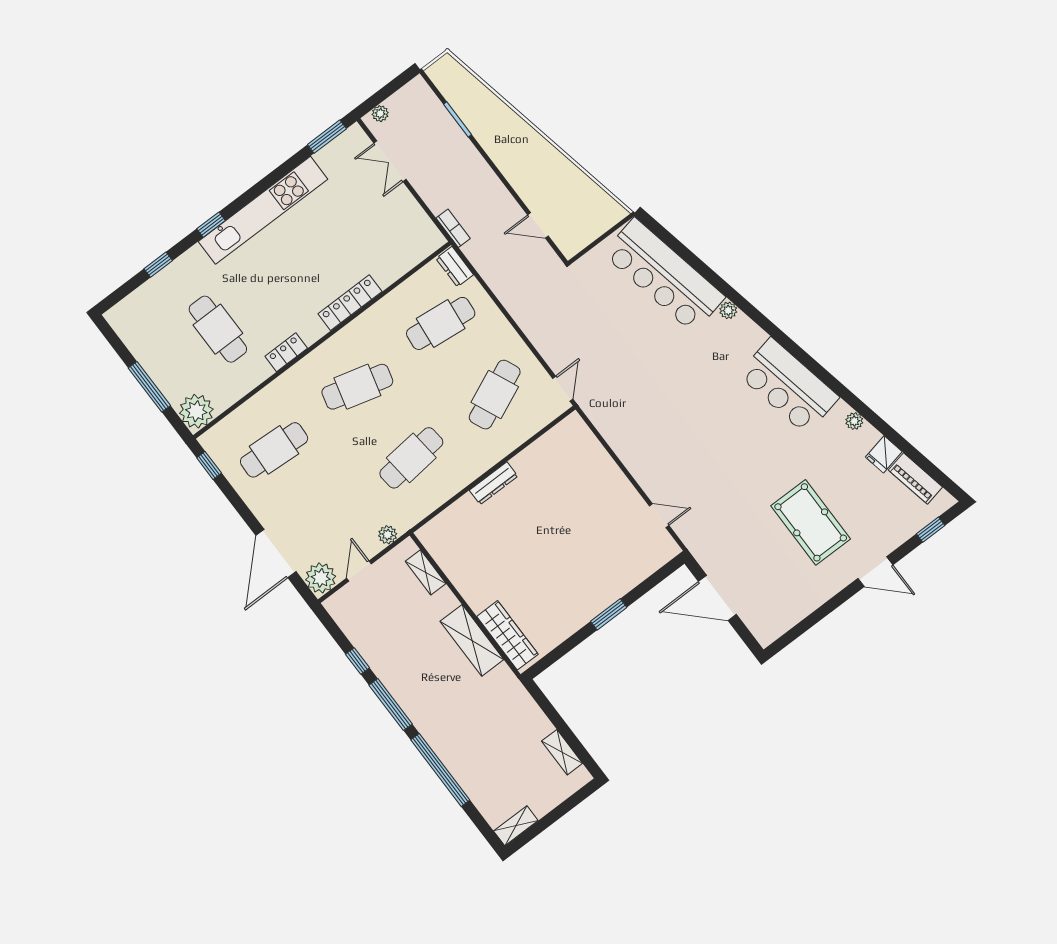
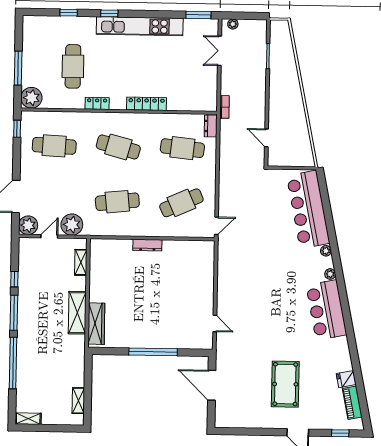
plant: (854, 421) -> (330, 274), moved
plant: (388, 535) -> (72, 225), width x1.88, depth x1.88
window: (609, 614) -> (153, 352), width x2.11

